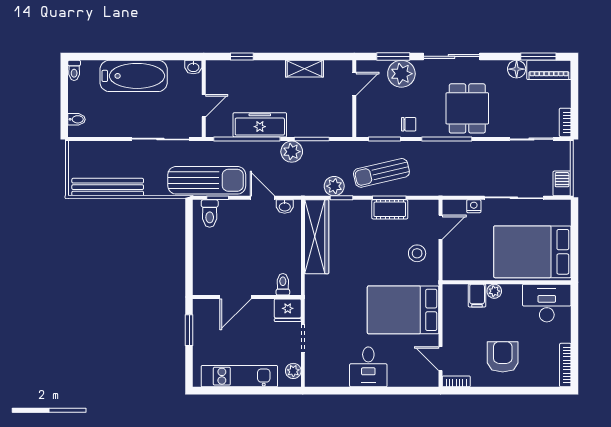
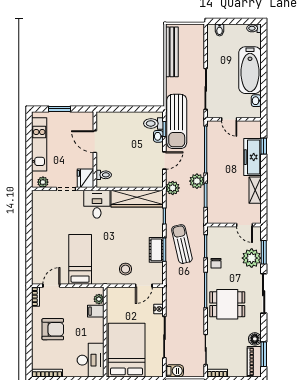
washbasin: (193, 67) -> (256, 101), moved
freezer: (260, 125) -> (252, 157), moved, turned 180
plant: (334, 186) -> (173, 188), moved
washbasin: (285, 206) -> (158, 136), moved
door: (441, 227) -> (144, 286), hinge flipped
plant: (494, 291) -> (99, 299), moved
bed: (403, 310) -> (80, 259), width x0.67
window: (189, 330) -> (59, 109), moved
desk: (368, 367) -> (97, 204), moved, turned 90

